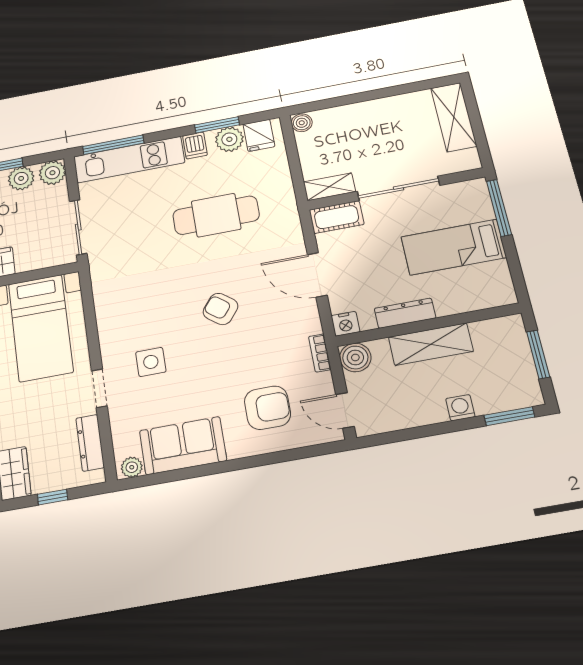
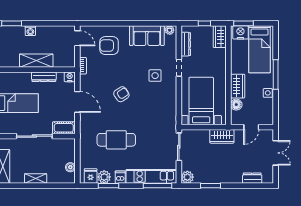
boiler: (302, 123) -> (70, 167), moved
plant: (21, 178) -> (202, 177), removed
shelving: (329, 187) -> (36, 179), moved
armchair: (221, 309) -> (121, 94), turned -71
boiler: (355, 357) -> (68, 61), removed

